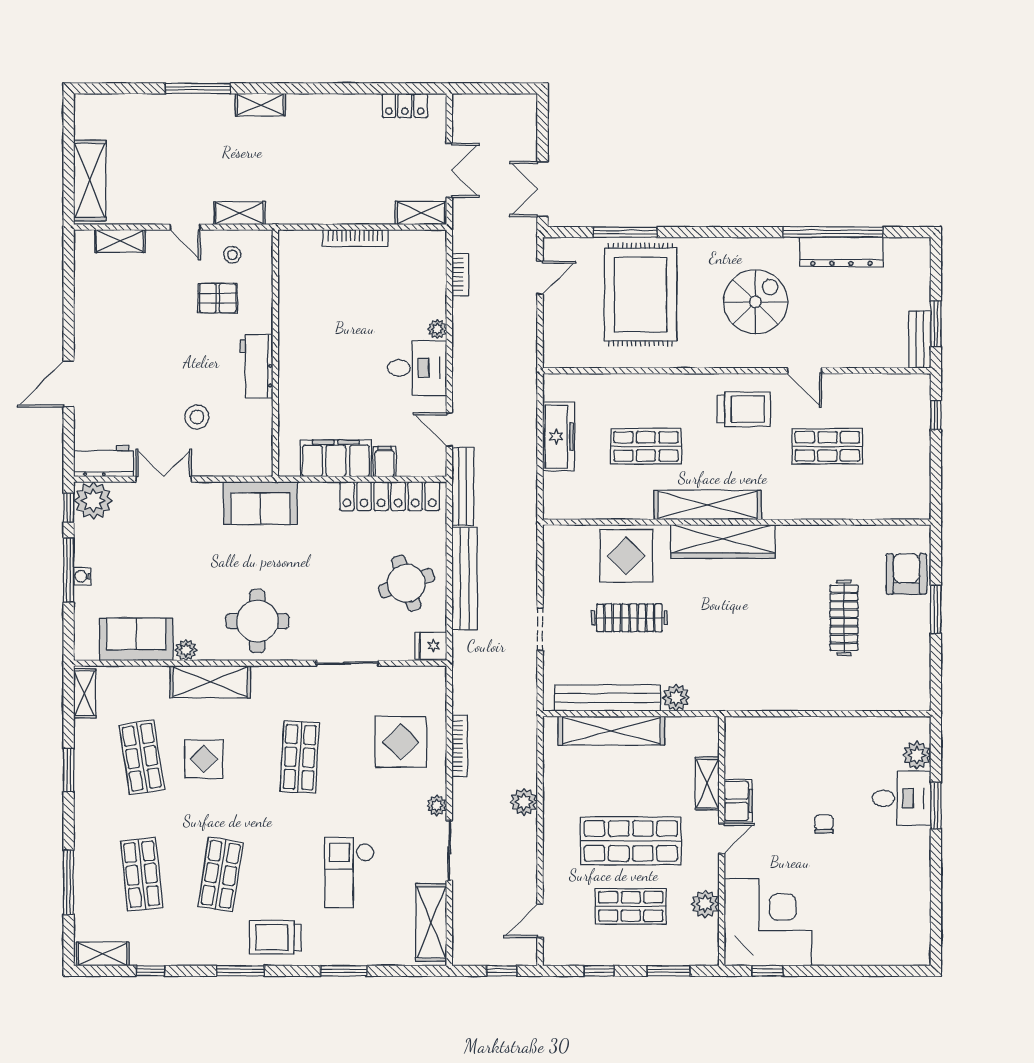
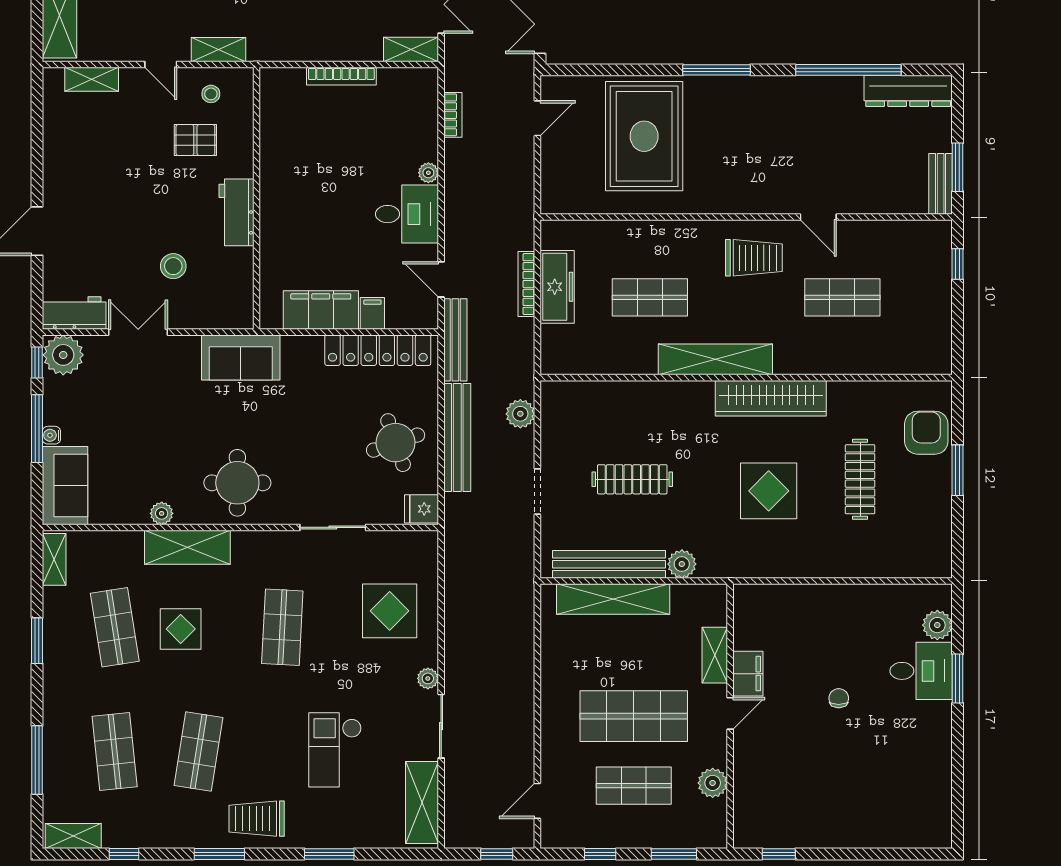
window: (625, 232) -> (717, 70), moved
dresser: (841, 252) -> (908, 91), moved
spiral stairs: (755, 302) -> (766, 144), removed
wardrobe: (723, 541) -> (771, 398), moved
display table: (626, 556) -> (769, 491), moved
sofa: (136, 639) -> (65, 486), moved, turned 90
bookcase: (460, 746) -> (526, 284), moved, turned 180
plant: (524, 802) -> (520, 414), moved
corner desk: (768, 922) -> (779, 802), removed

